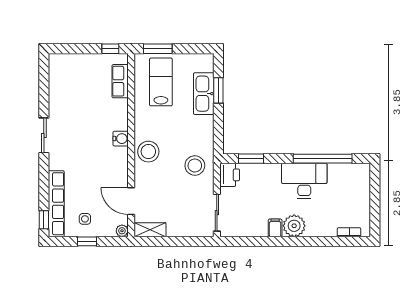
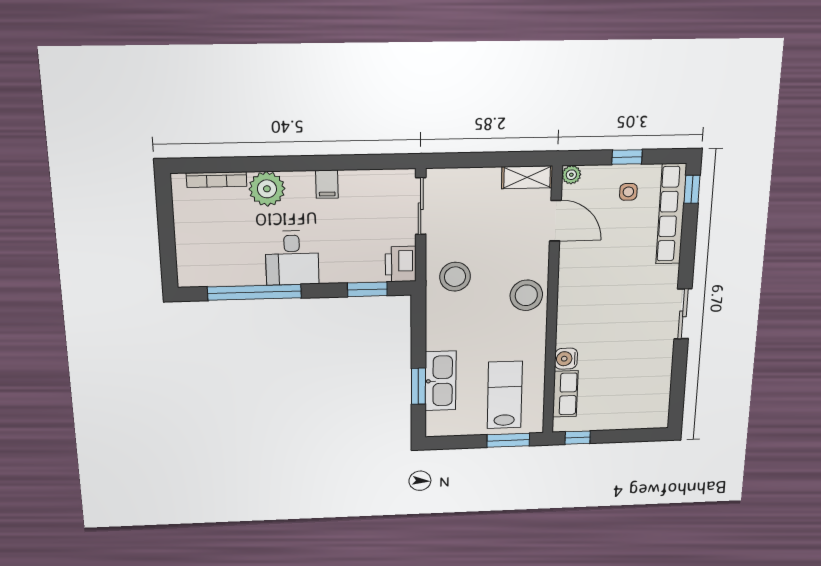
lab bench: (161, 82) -> (505, 395), turned 180
water cooler: (121, 139) -> (566, 359), moved
desk: (304, 181) -> (292, 258), width x0.73
plant: (294, 226) -> (267, 189), moved
bookcase: (349, 232) -> (217, 180), width x1.56

